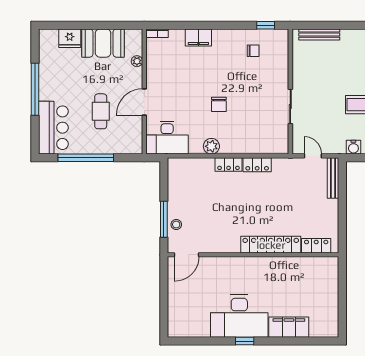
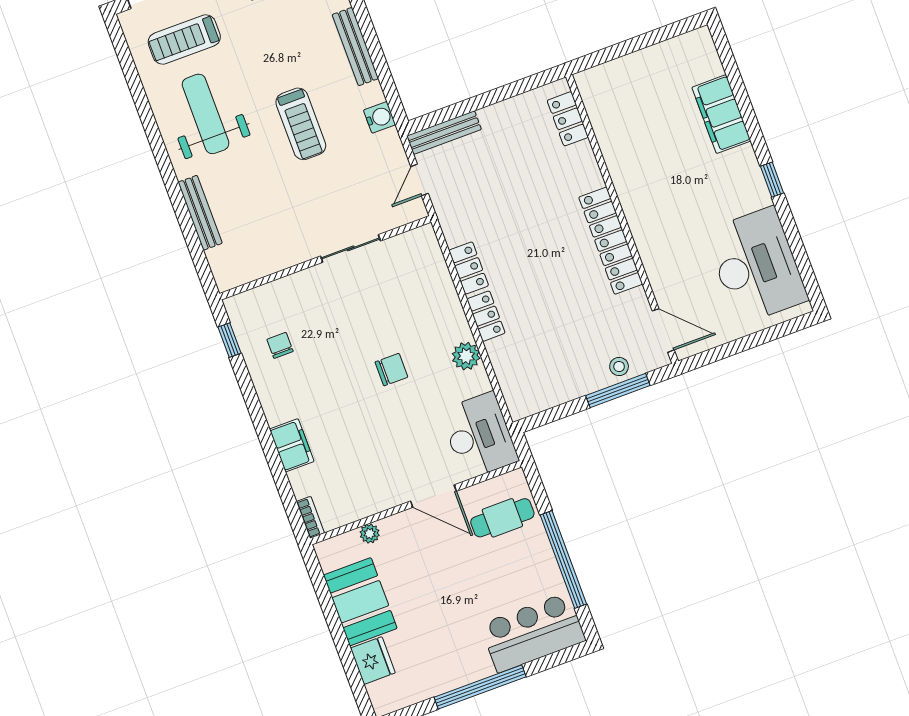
bench: (319, 35) -> (200, 213), moved
cafe table: (101, 111) -> (502, 518), moved
locker: (271, 245) -> (611, 241), moved
desk: (239, 316) -> (756, 266), moved

